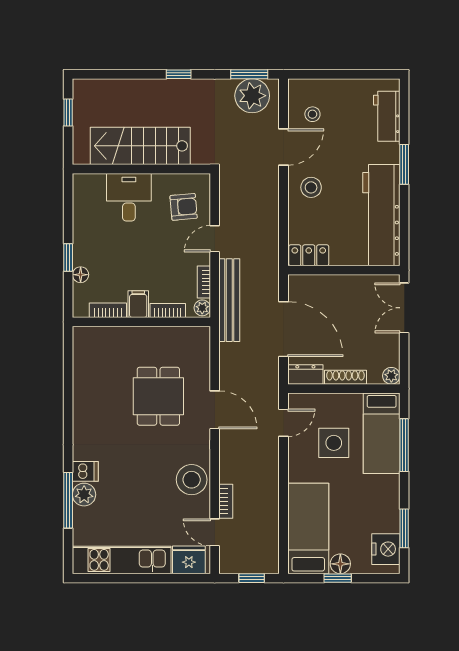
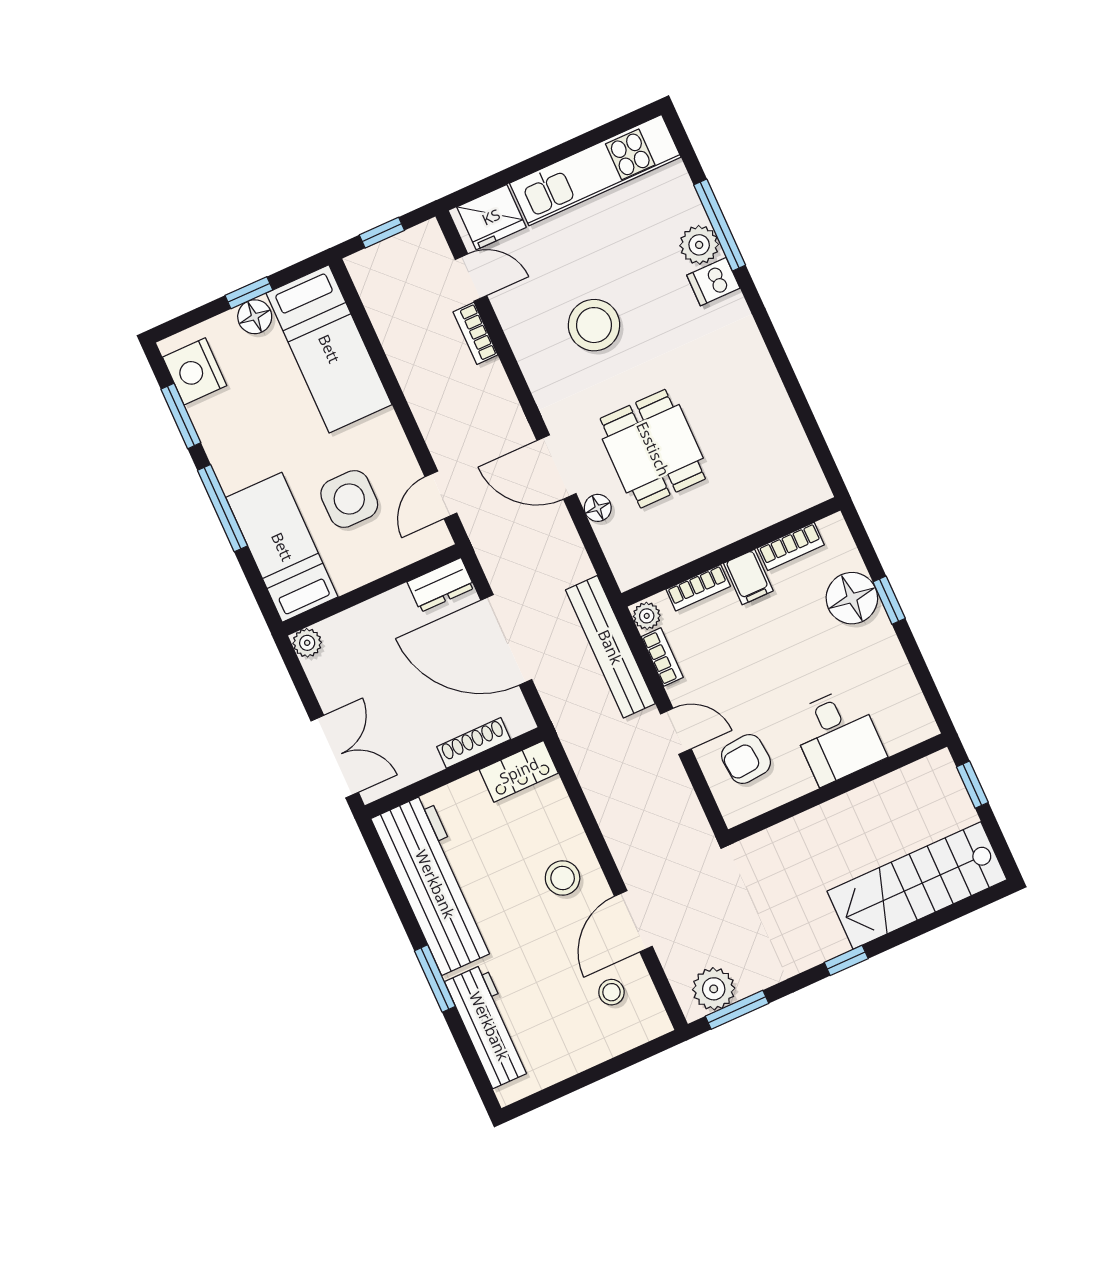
plant: (252, 96) -> (714, 989), width x0.73, depth x0.73
window: (68, 113) -> (972, 785), moved
workbench: (387, 116) -> (489, 1026), width x1.38
stairs: (140, 146) -> (917, 885), moved, turned 180
door: (215, 239) -> (676, 731), hinge flipped
floor lamp: (81, 275) -> (852, 598), width x1.89, depth x1.89
shoe rack: (345, 377) -> (474, 743), moved, turned 180
floor lamp: (202, 378) -> (598, 508), added
window: (404, 445) -> (222, 508), moved
stool: (192, 480) -> (594, 325), moved

